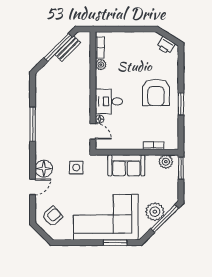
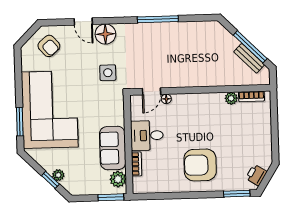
desk: (109, 102) -> (147, 135), moved, turned -90
window: (181, 104) -> (237, 194), moved
sofa: (126, 165) -> (113, 148), moved
plant: (155, 212) -> (58, 175), width x0.53, depth x0.53
window: (165, 218) -> (50, 180), width x0.46

